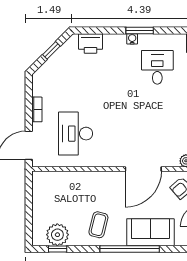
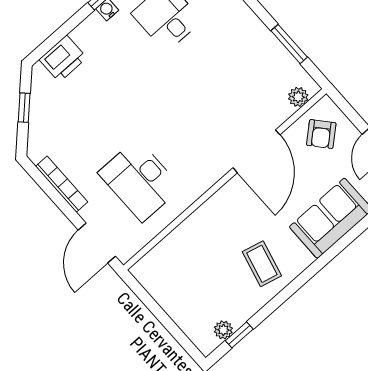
bookcase: (37, 109) -> (62, 184), width x1.56
plant: (57, 235) -> (223, 330), width x0.53, depth x0.53
window: (130, 249) -> (324, 260), removed

